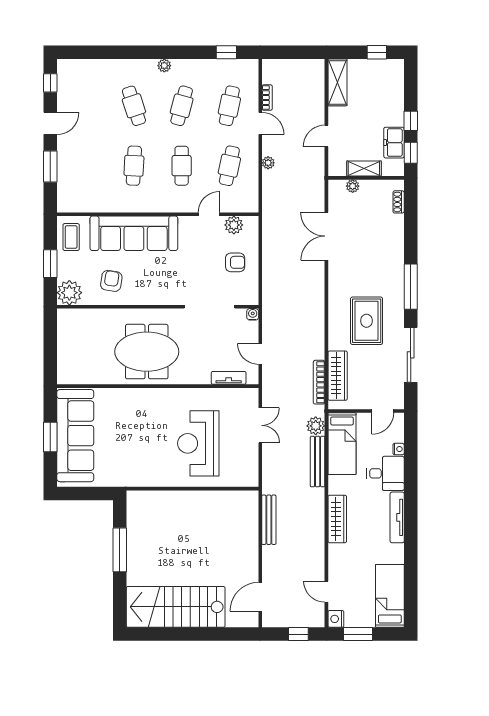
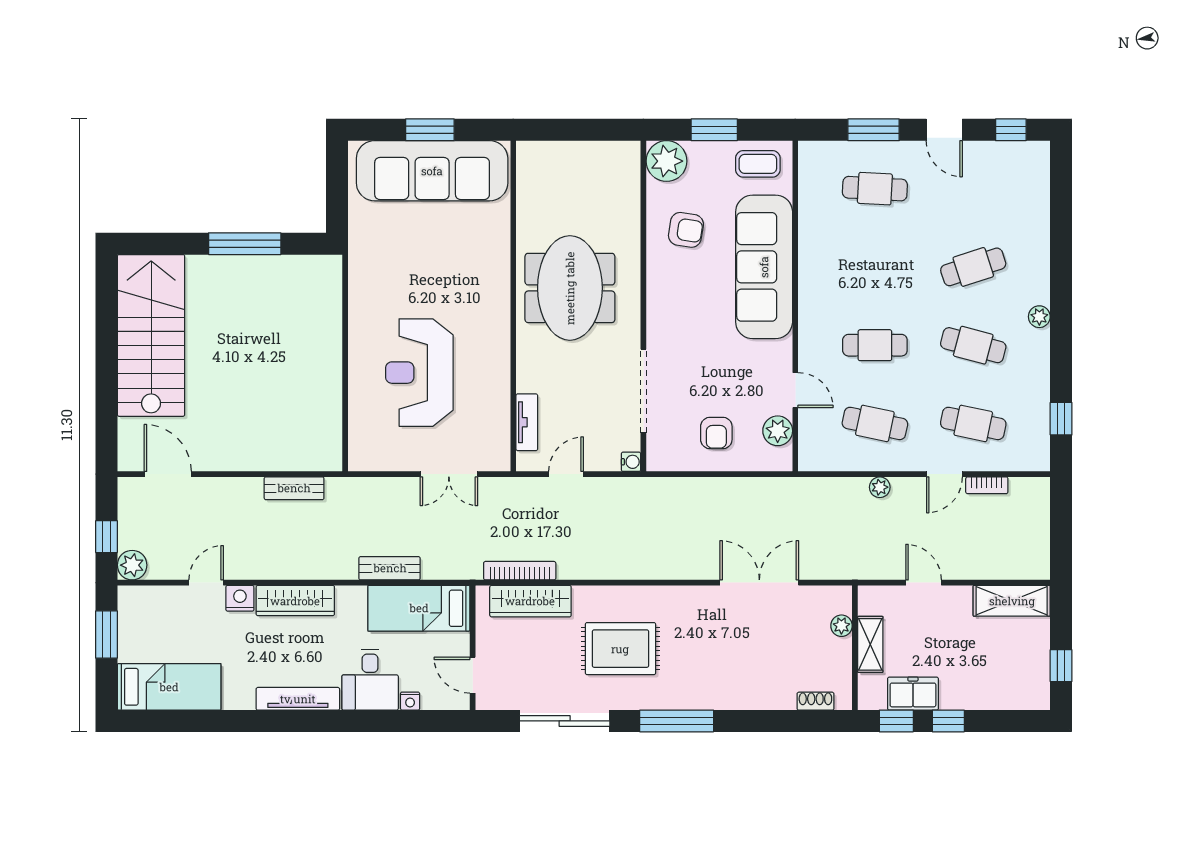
cafe table: (134, 166) -> (875, 189), moved
plant: (316, 426) -> (132, 565), moved
reception desk: (198, 443) -> (419, 373), turned -90
bench: (318, 462) -> (390, 568), width x0.73
bench: (269, 520) -> (294, 488), width x0.73
door: (326, 592) -> (206, 583), moved
nightstand: (336, 619) -> (240, 598), moved

